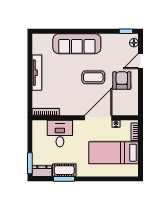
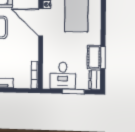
desk: (60, 133) -> (63, 76), moved, turned -90
window: (30, 163) -> (73, 92), moved

